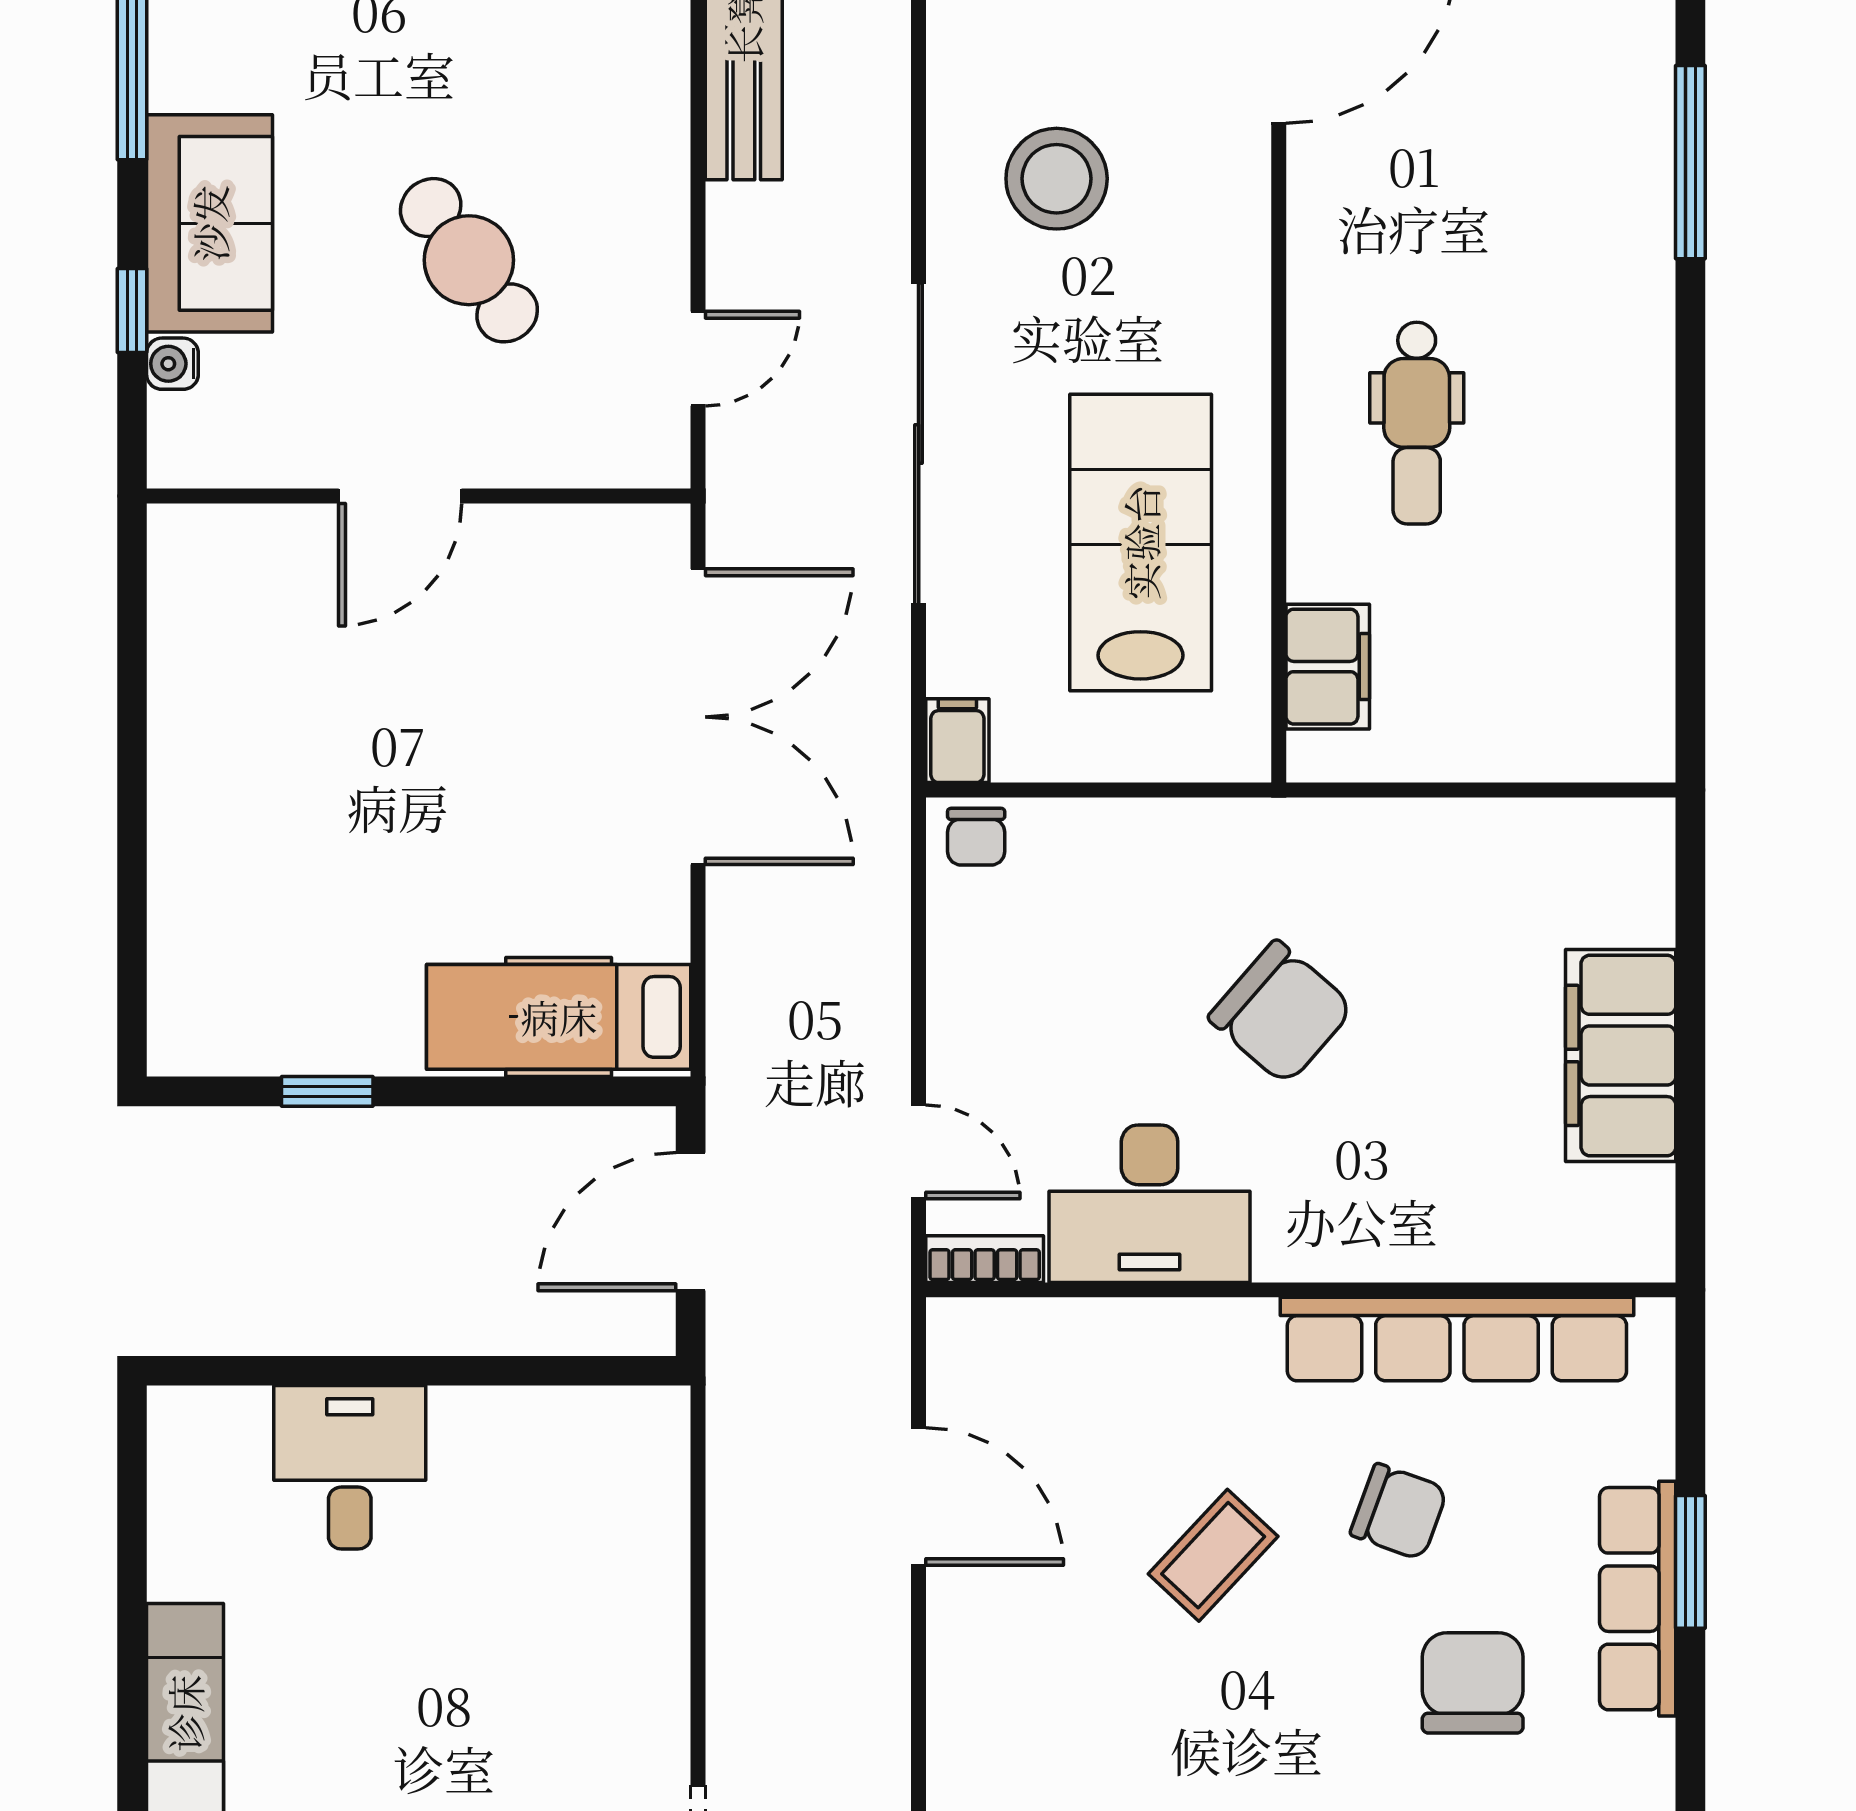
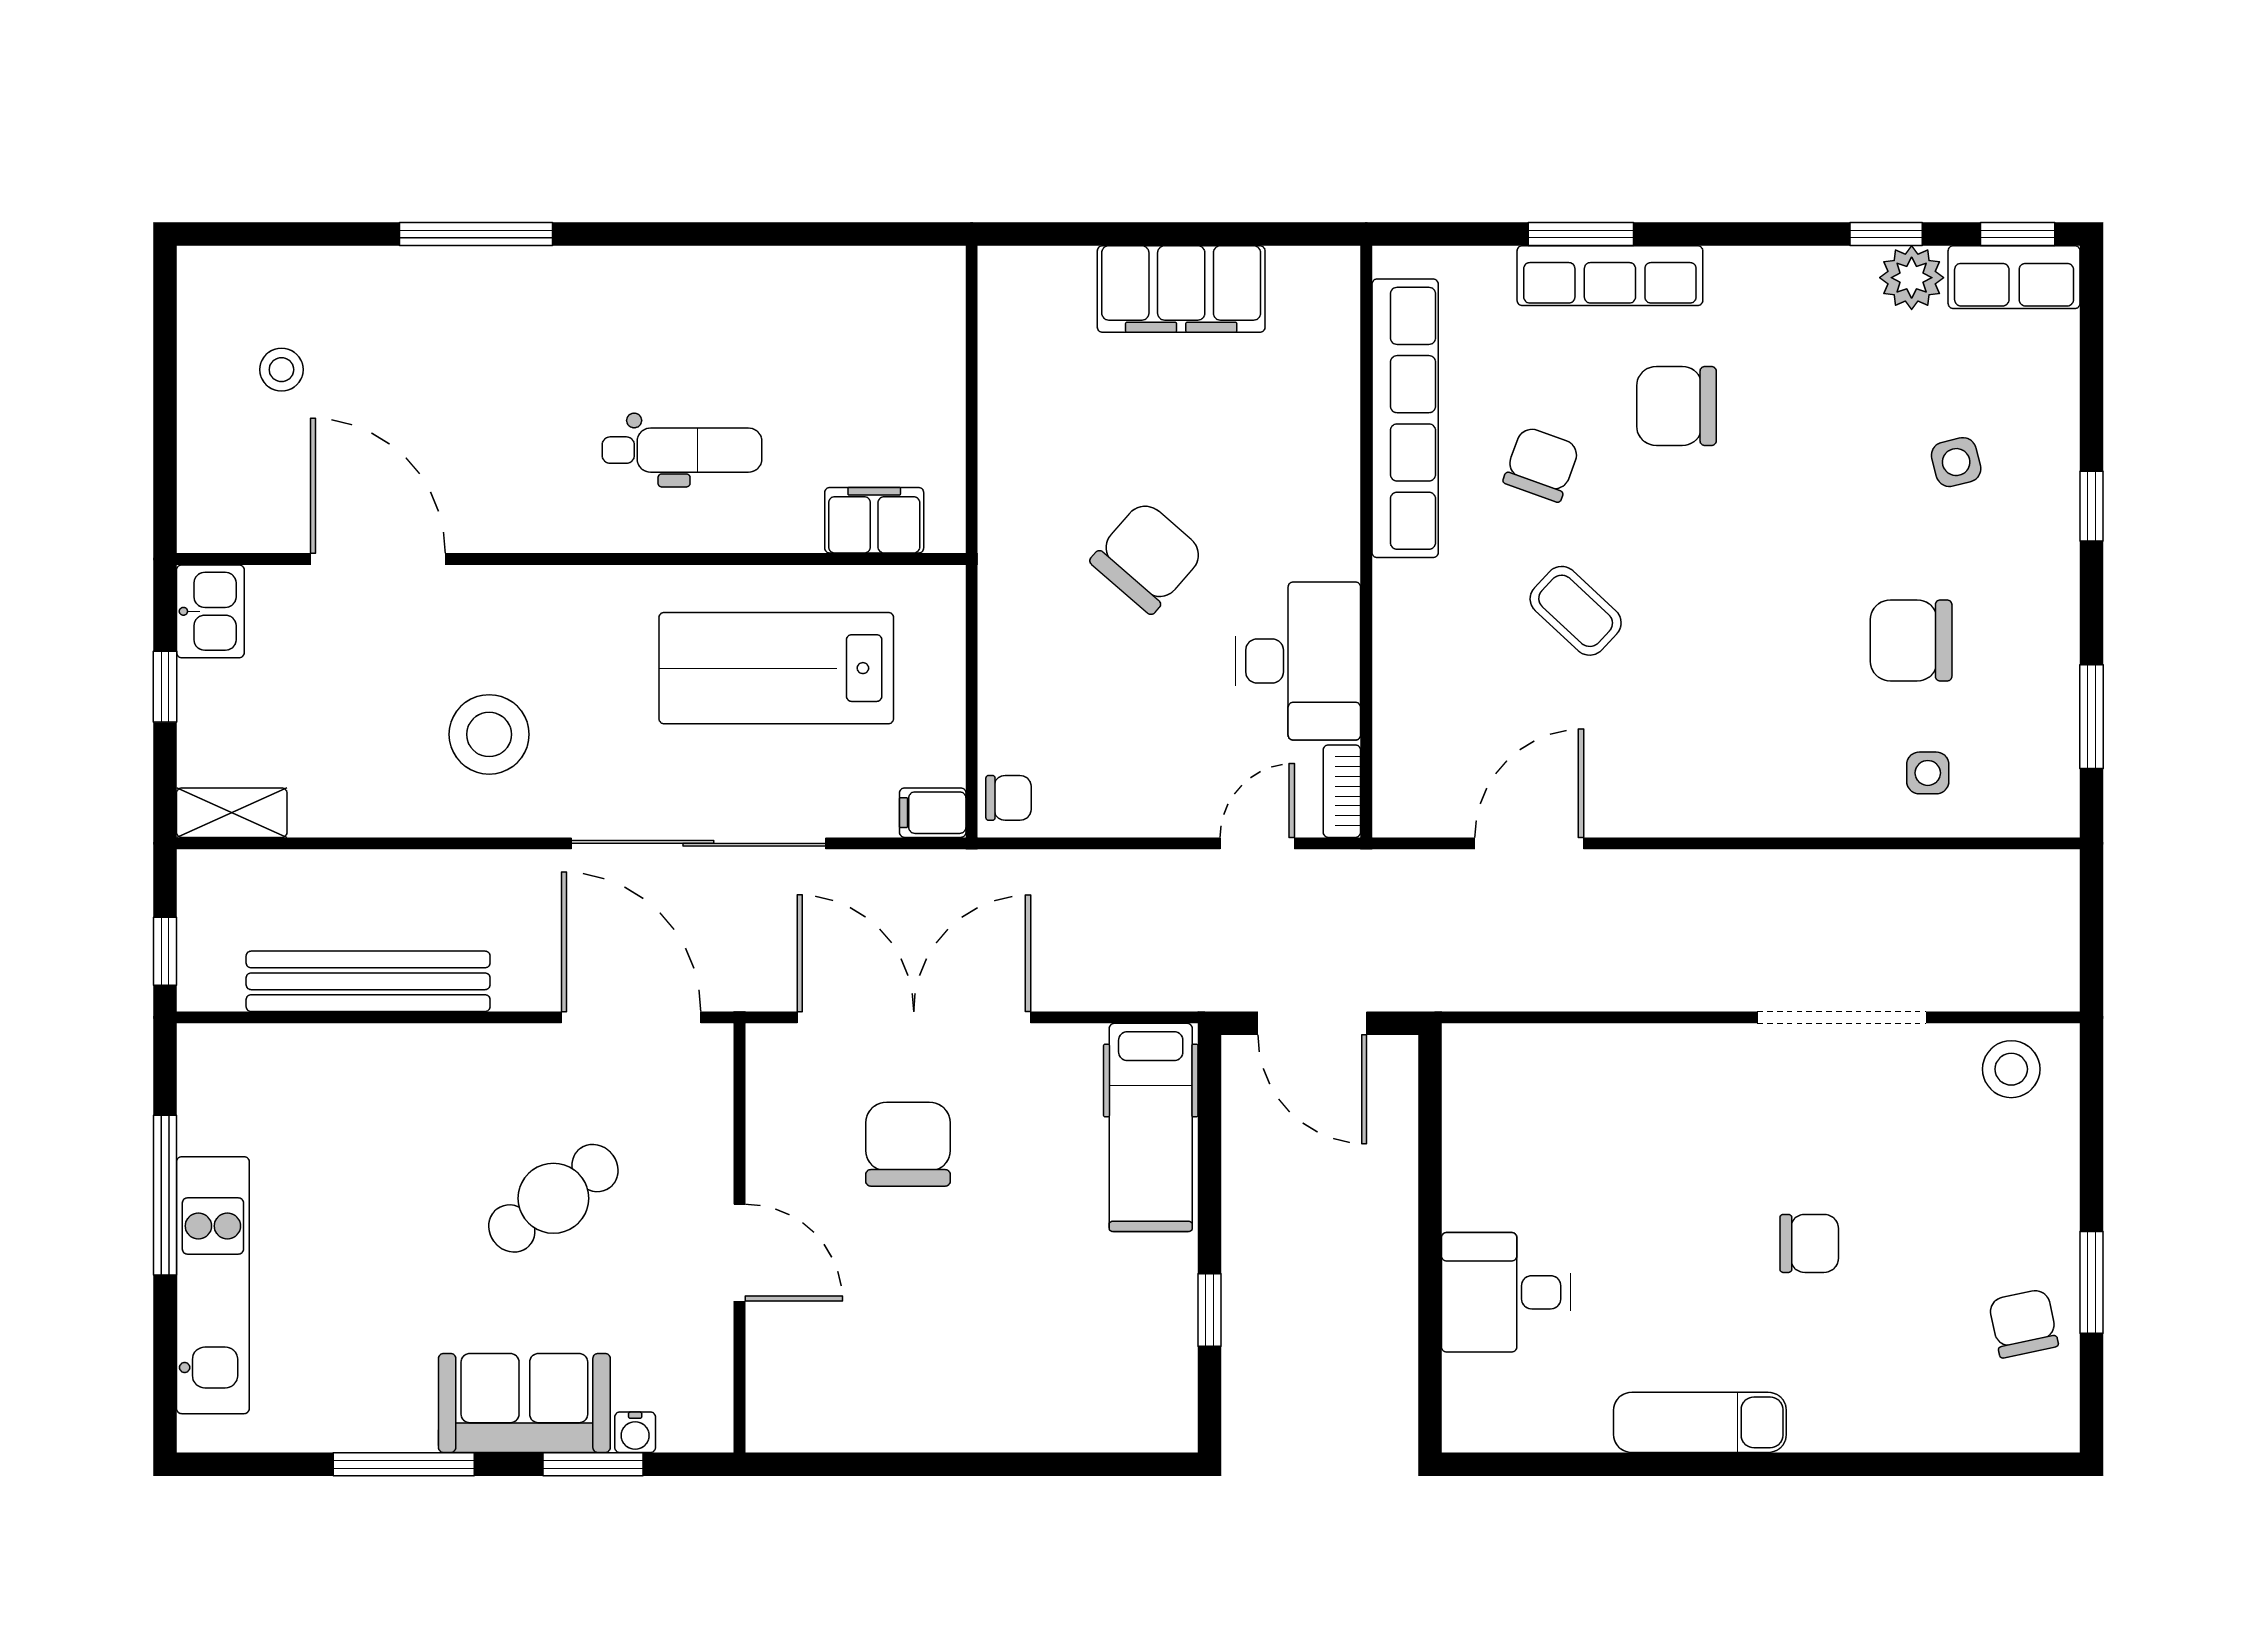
window: (132, 310) -> (593, 1464), width x1.50
door: (698, 359) -> (631, 1017), width x1.88
chair: (537, 709) -> (908, 1144), added

